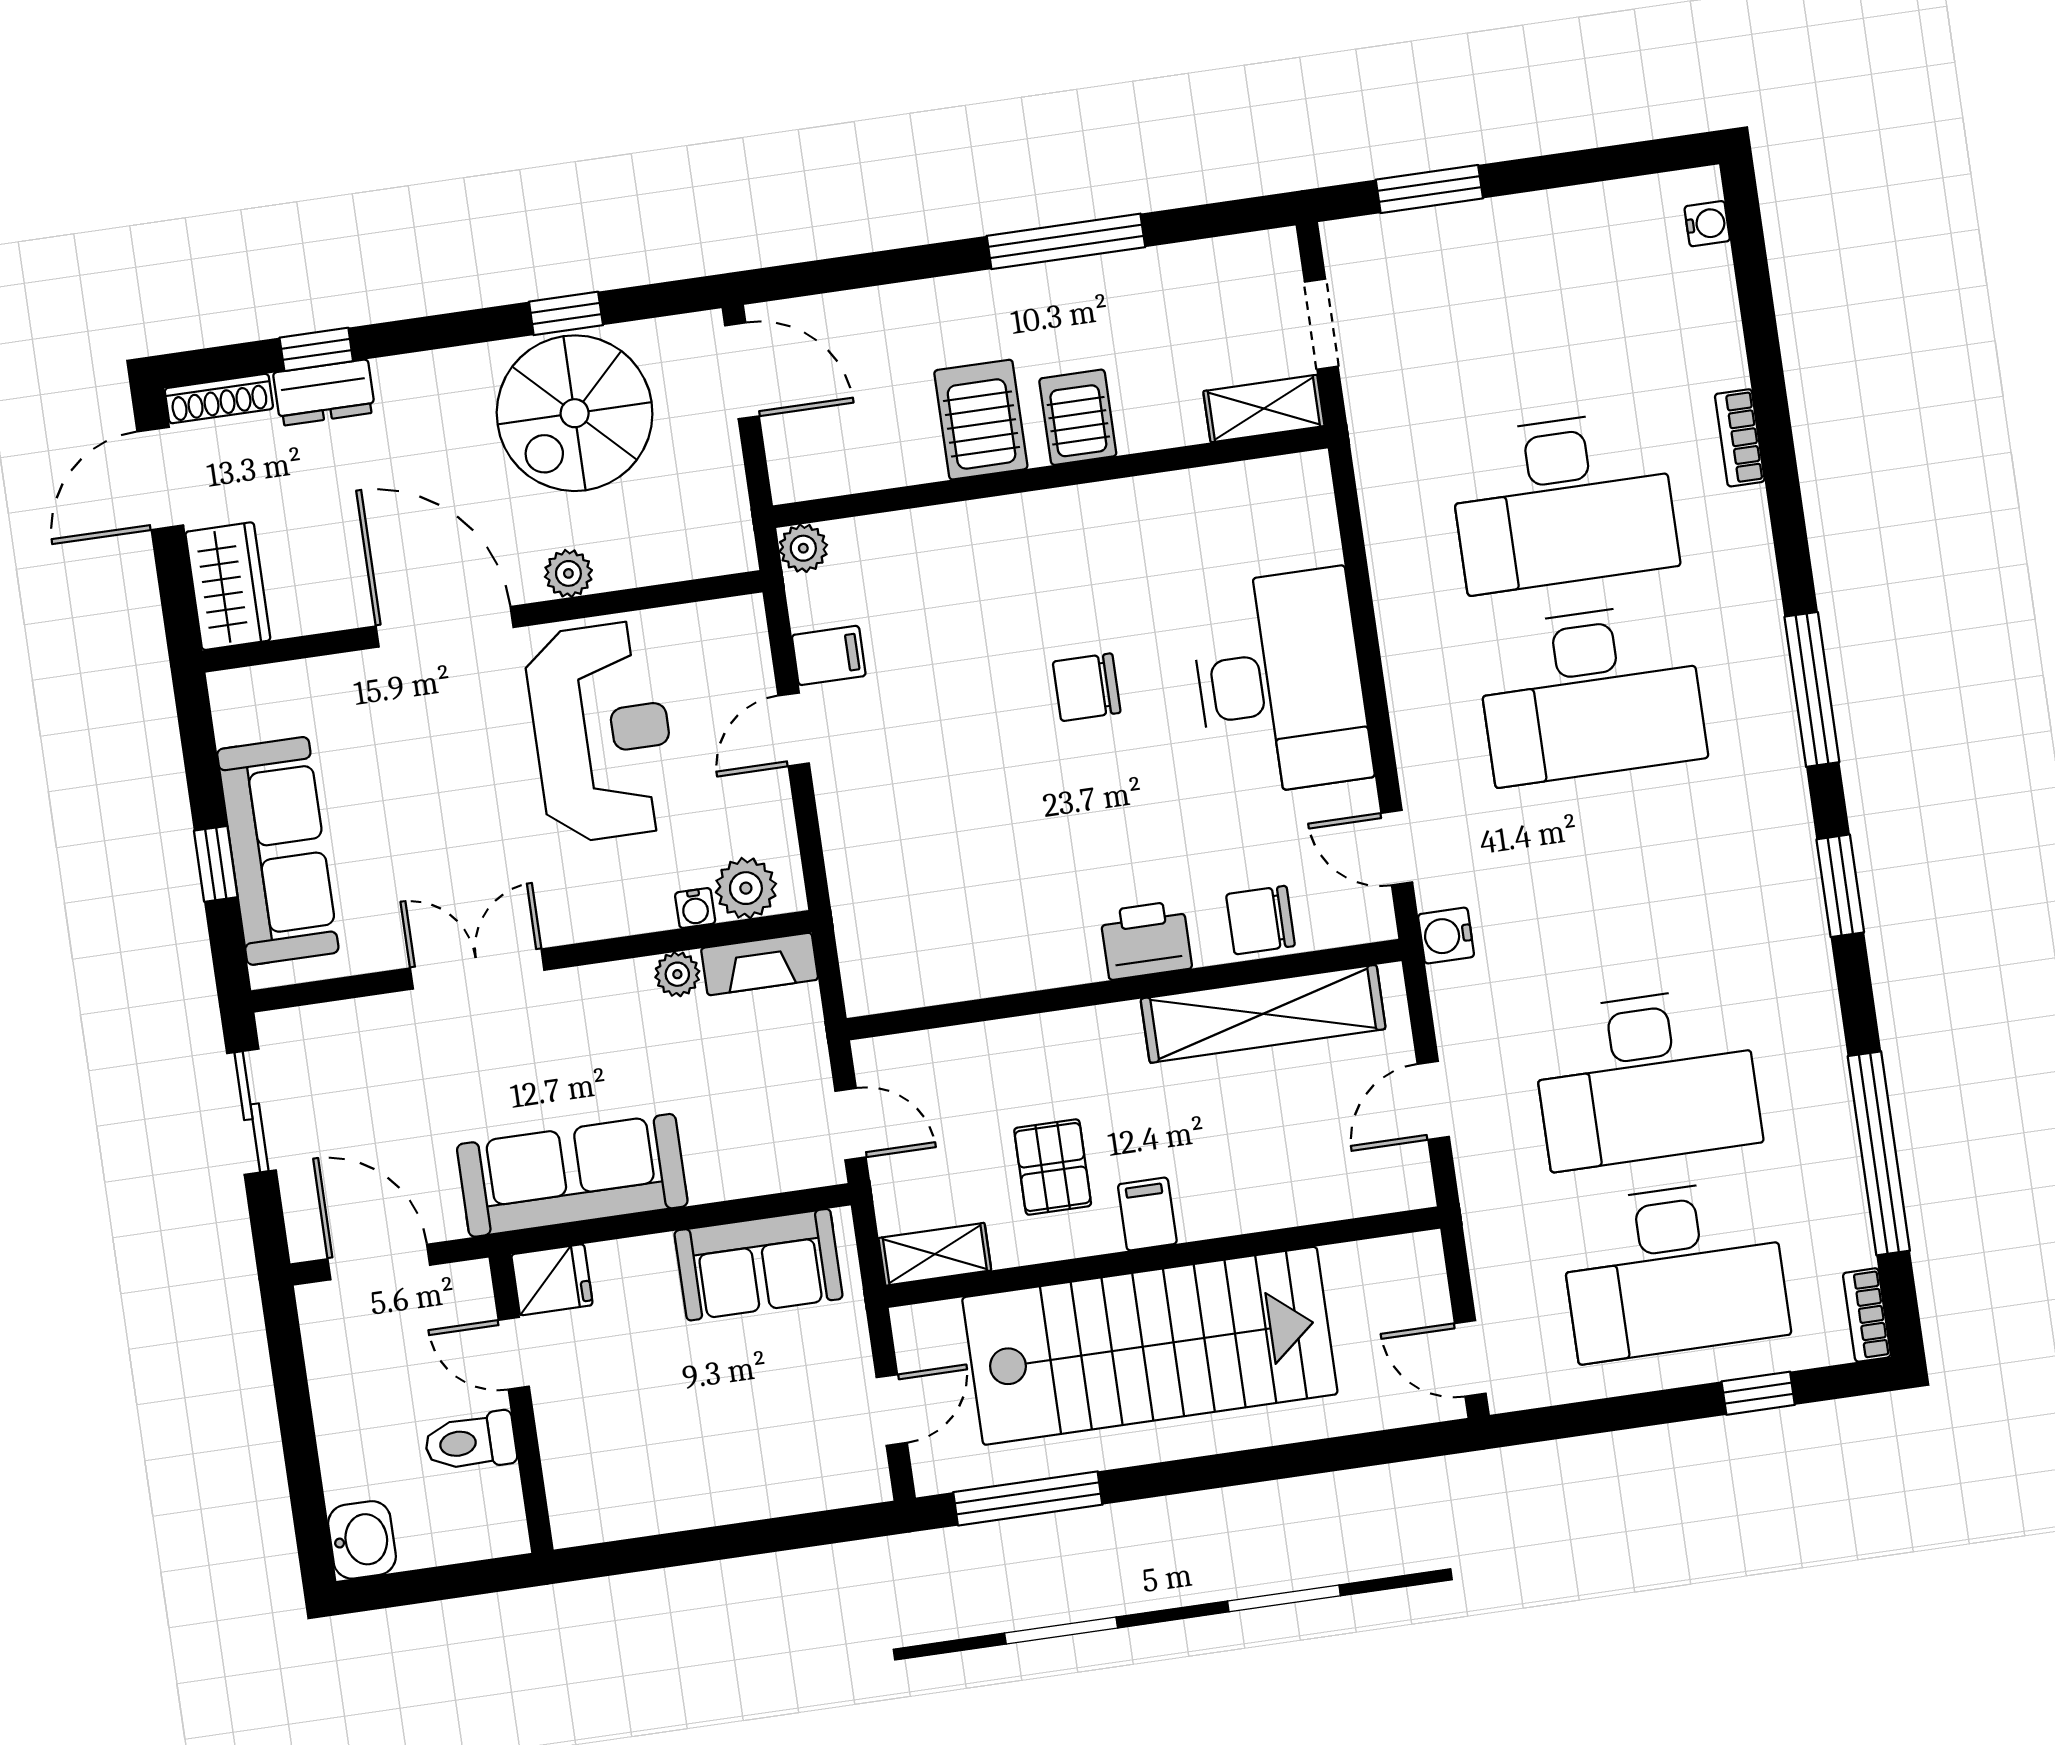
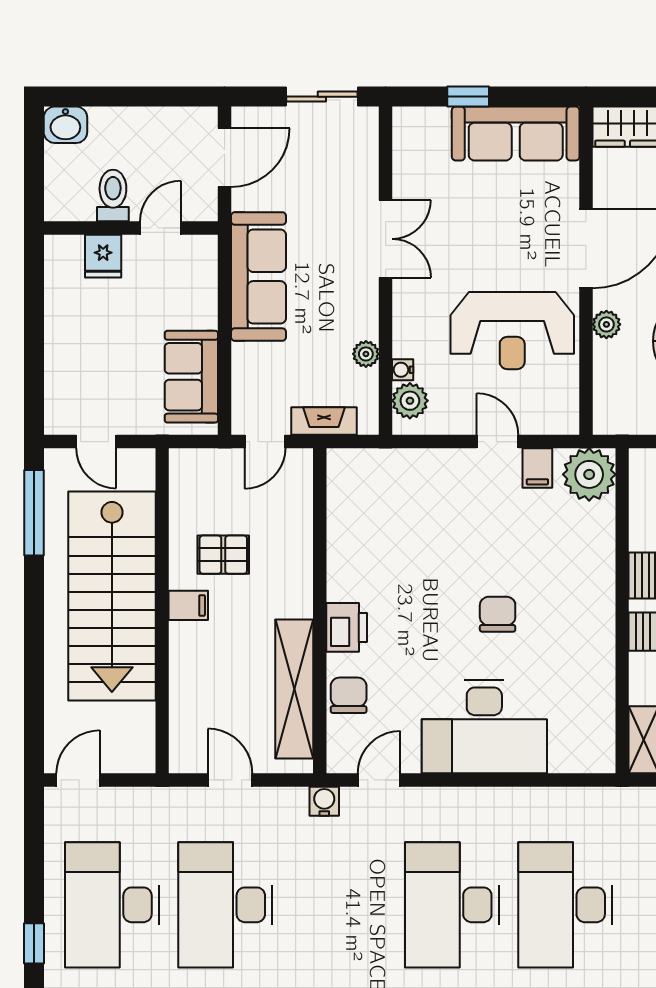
plant: (803, 548) -> (589, 474), width x1.88, depth x1.88
sofa: (278, 851) -> (516, 134), moved
fireplace: (760, 964) -> (324, 421), moved, turned 90
shelving: (935, 1254) -> (183, 479), removed
fridge: (552, 1280) -> (103, 256), moved

